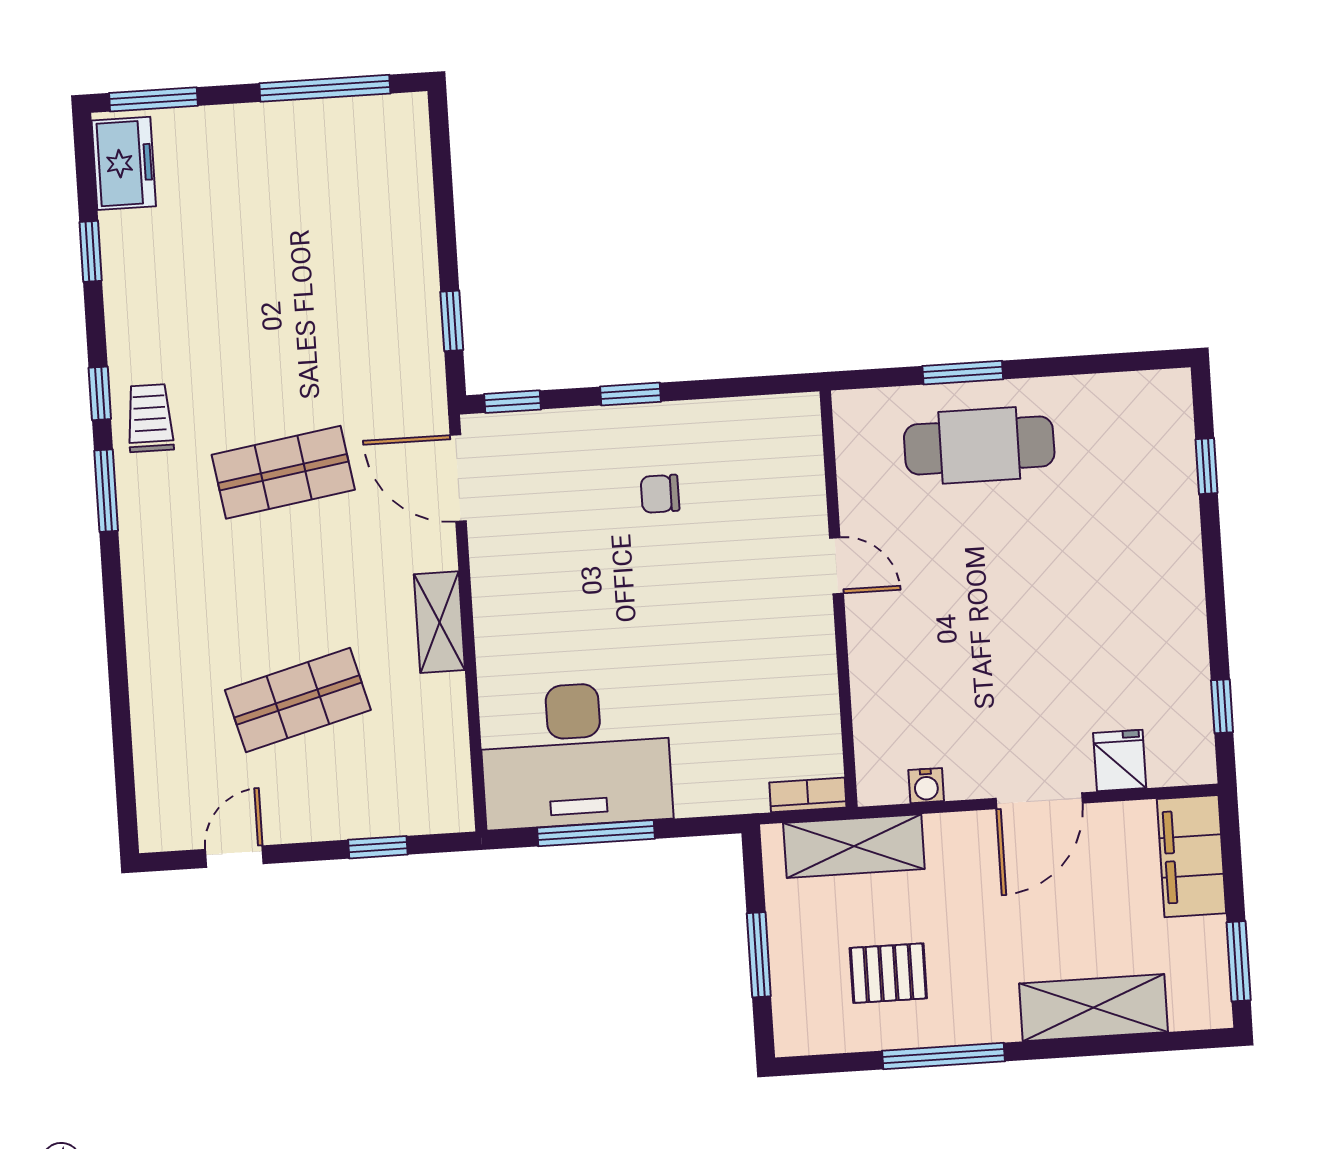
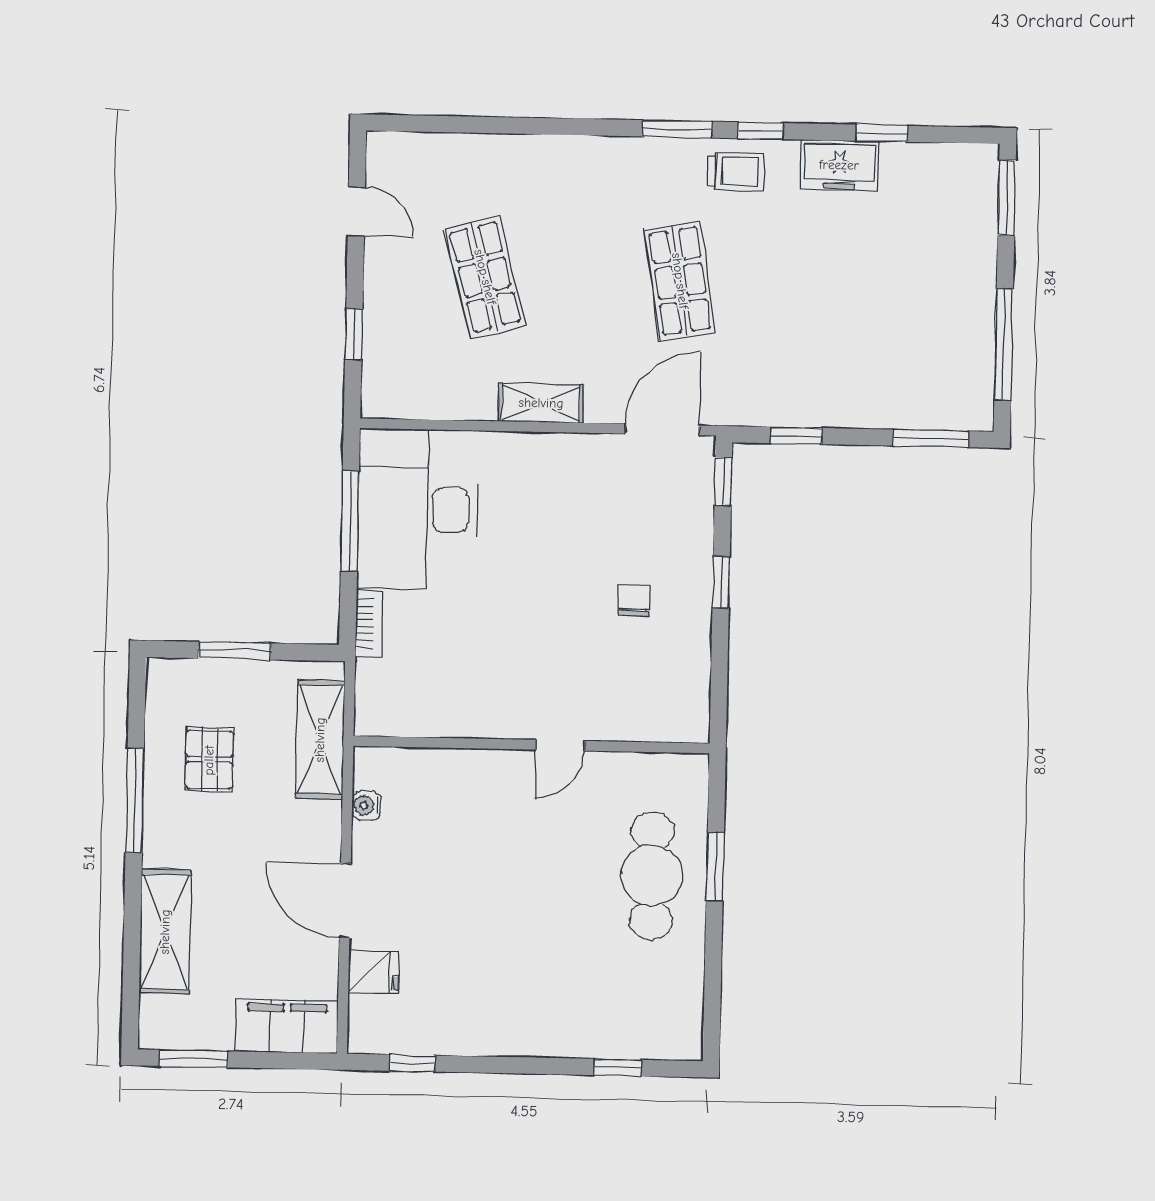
freezer: (124, 163) -> (839, 165), moved
window: (442, 164) -> (931, 438), added
bookcase: (808, 795) -> (369, 624), moved

